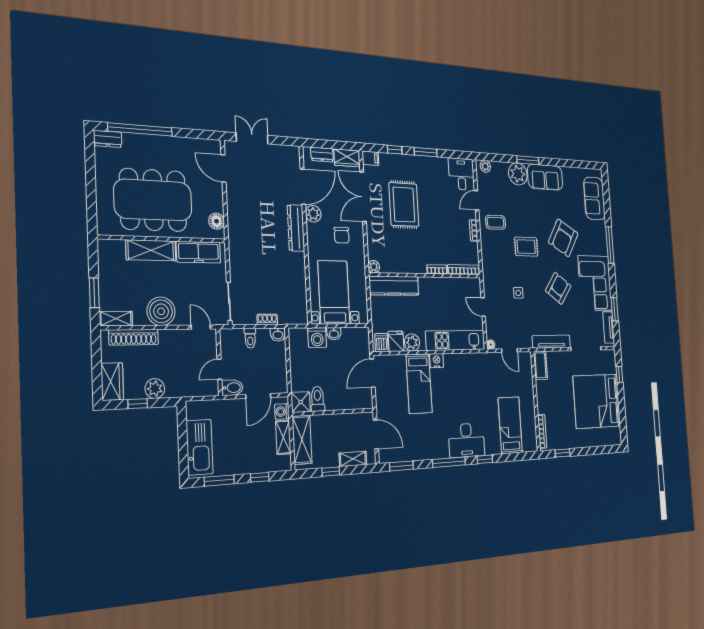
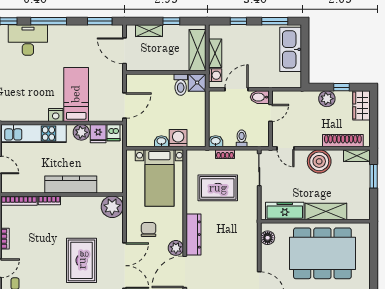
plant: (374, 267) -> (112, 207), width x1.87, depth x1.87
rug: (273, 280) -> (218, 188), added
kitchen counter: (394, 286) -> (71, 185), moved

